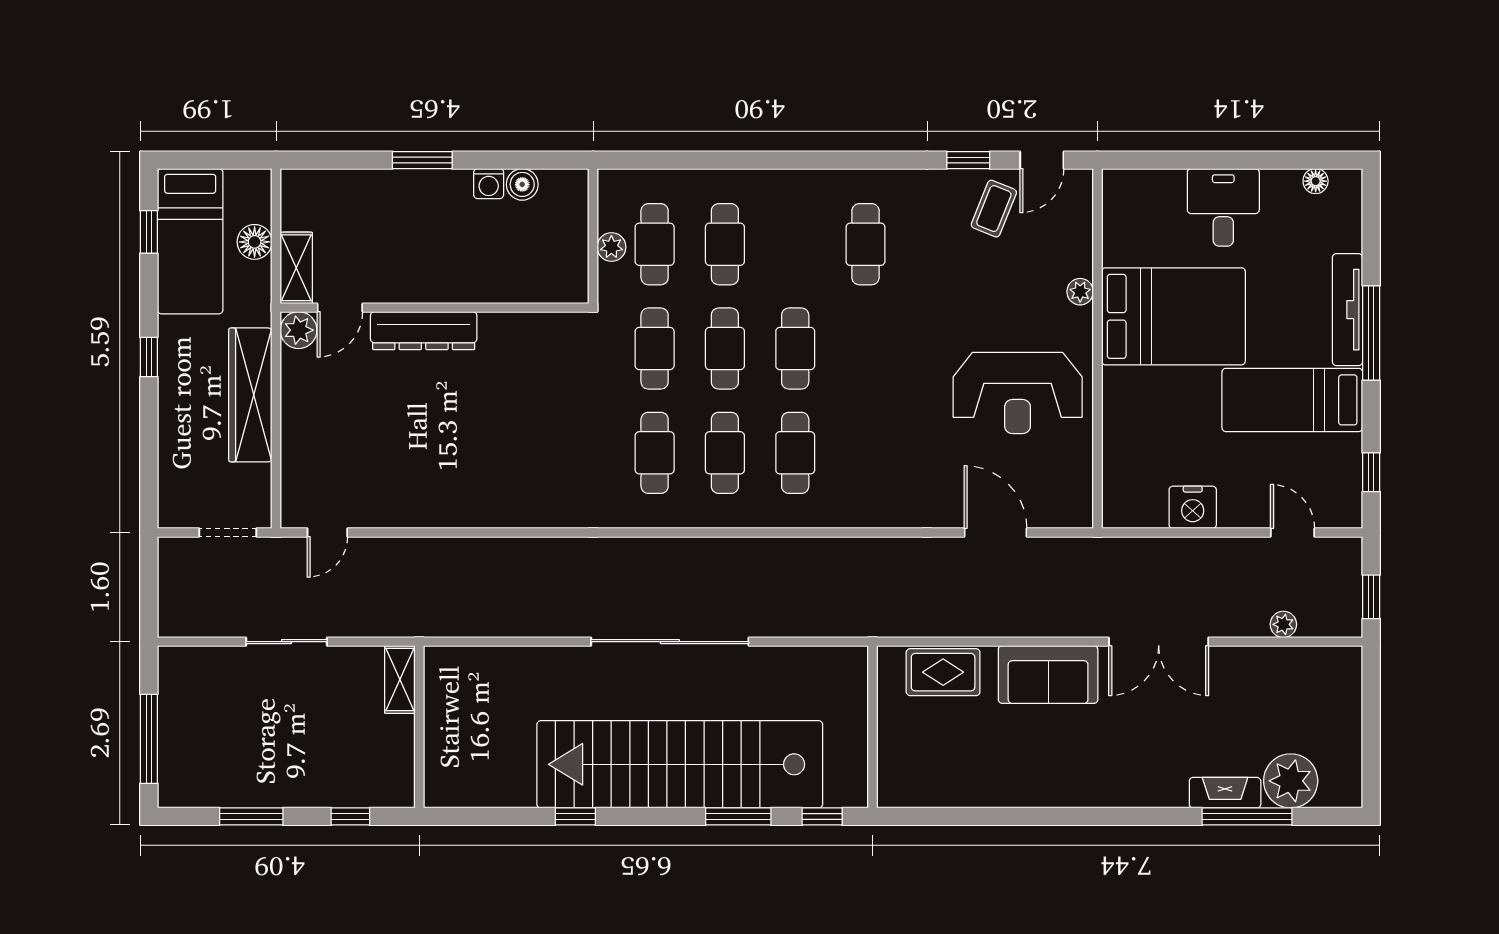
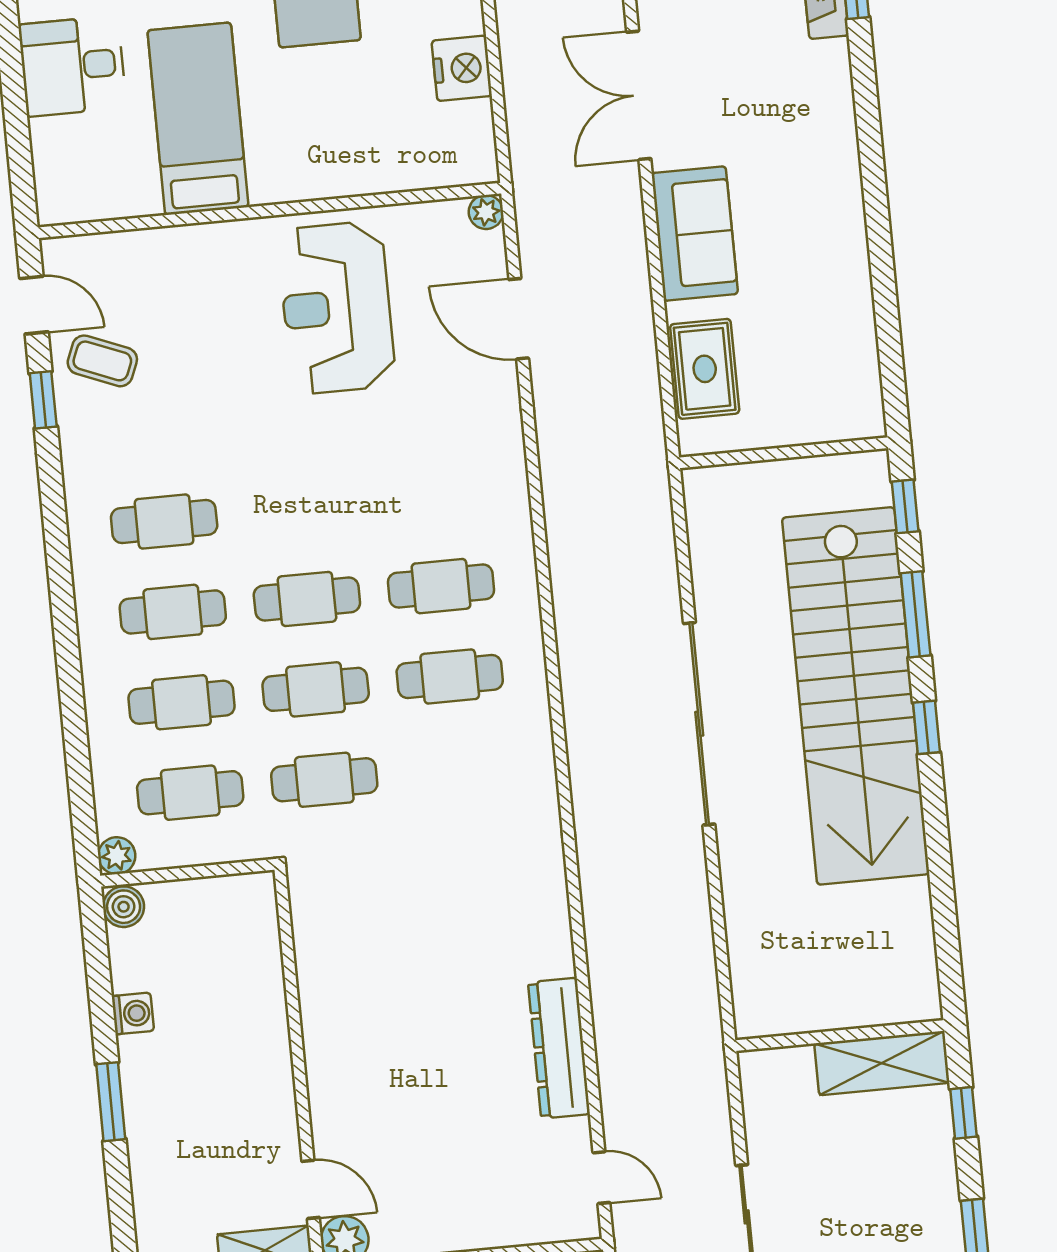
boiler: (522, 184) -> (124, 907), moved
plant: (611, 247) -> (117, 856), moved
plant: (1080, 292) -> (486, 212), moved
bed: (1173, 316) -> (198, 119), width x0.67
dresser: (424, 331) -> (559, 1048), moved, turned 180
reception desk: (1018, 393) -> (337, 308), turned 180
cafe table: (655, 453) -> (173, 612), moved
door: (995, 533) -> (519, 319), hinge flipped
double door: (1159, 642) -> (639, 95), swing flipped
shelving: (400, 680) -> (882, 1063), moved, width x1.50, depth x1.33
window: (575, 816) -> (926, 727), moved

